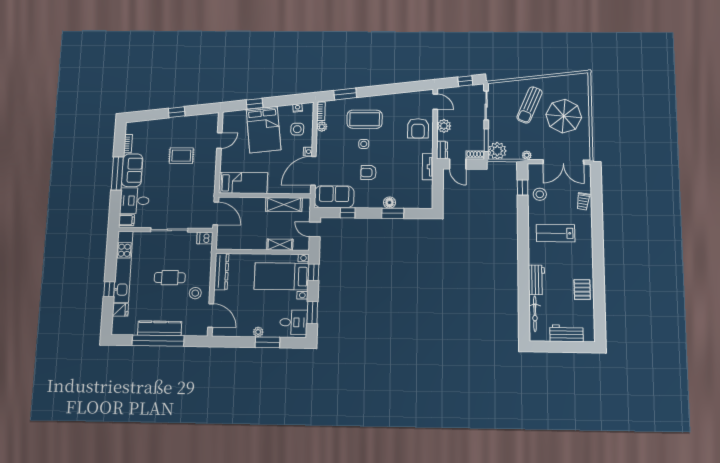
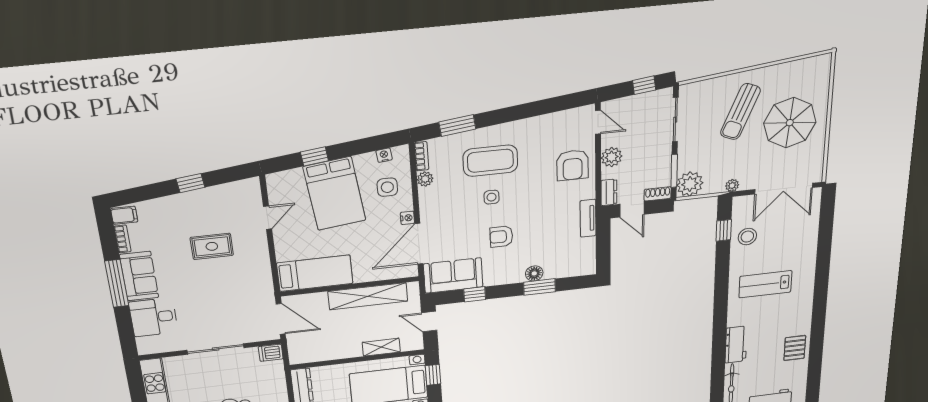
trolley: (583, 201) -> (807, 239), removed
shelving: (284, 205) -> (368, 296), width x1.47
filing cabinet: (127, 220) -> (124, 215), moved

